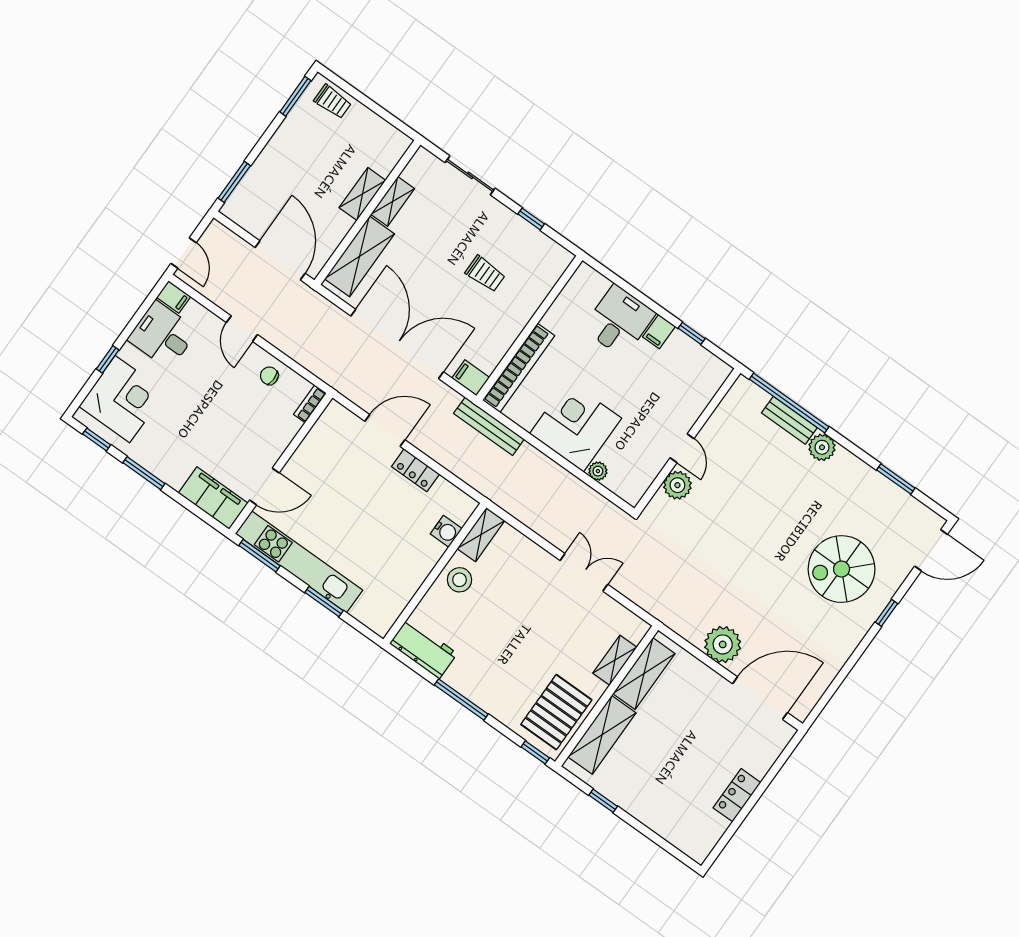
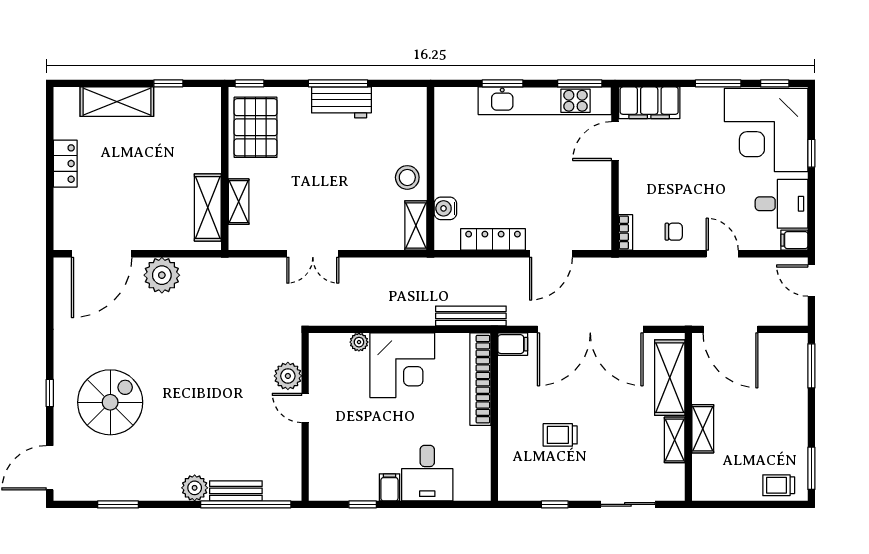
corner desk: (122, 399) -> (766, 130), width x1.36, depth x1.36
locker: (415, 470) -> (493, 239), width x1.53
workbench: (423, 649) -> (341, 102), moved
shelving: (602, 735) -> (117, 102), moved, turned 90

